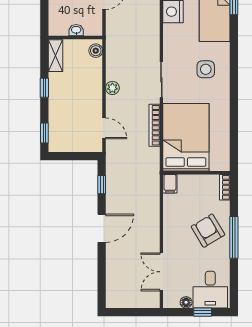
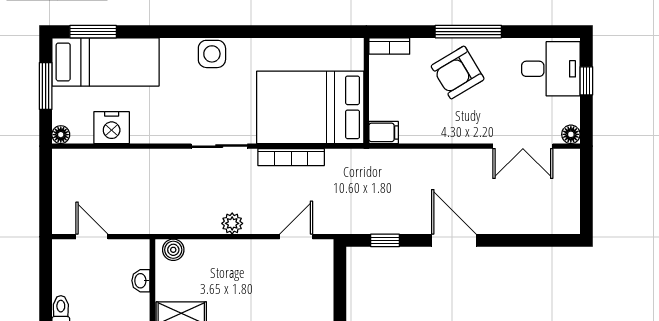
side table: (206, 69) -> (212, 54), moved
floor lamp: (186, 302) -> (571, 134), moved

